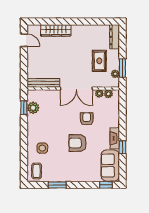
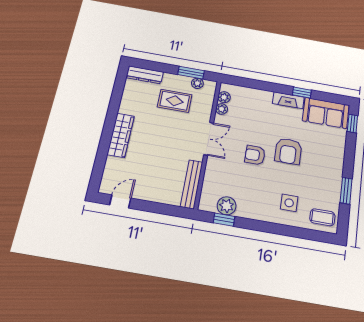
wardrobe: (56, 30) -> (121, 135), moved
double door: (76, 89) -> (209, 139), width x0.73
armchair: (87, 119) -> (255, 155), moved

